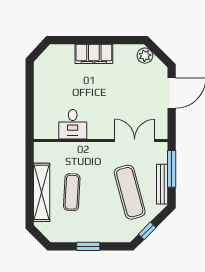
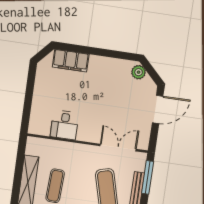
filing cabinet: (94, 54) -> (71, 61), moved

